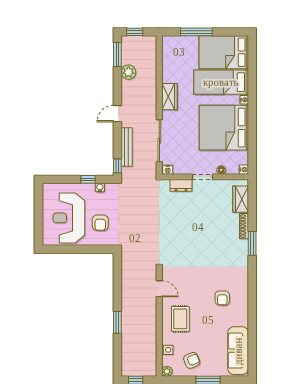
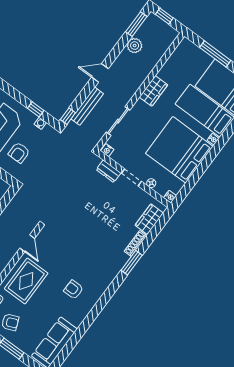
sliding door: (159, 141) -> (118, 121), width x0.73
armchair: (222, 298) -> (74, 290), turned 90
rug: (180, 319) -> (26, 281), width x1.36, depth x1.43

